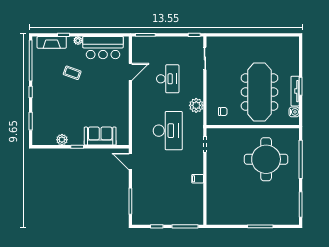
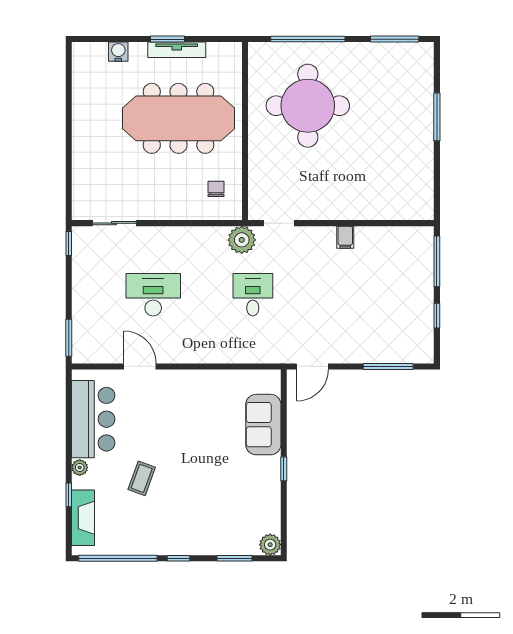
plant: (196, 105) -> (242, 240), moved
water cooler: (294, 112) -> (118, 52), moved
desk: (168, 131) -> (253, 295), width x0.53, depth x0.77
plant: (62, 140) -> (270, 545), moved

